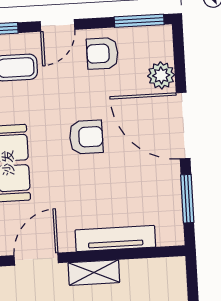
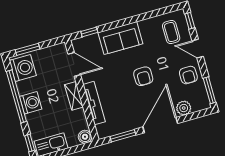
armchair: (102, 53) -> (188, 75), turned 180
boiler: (174, 269) -> (85, 137), added

